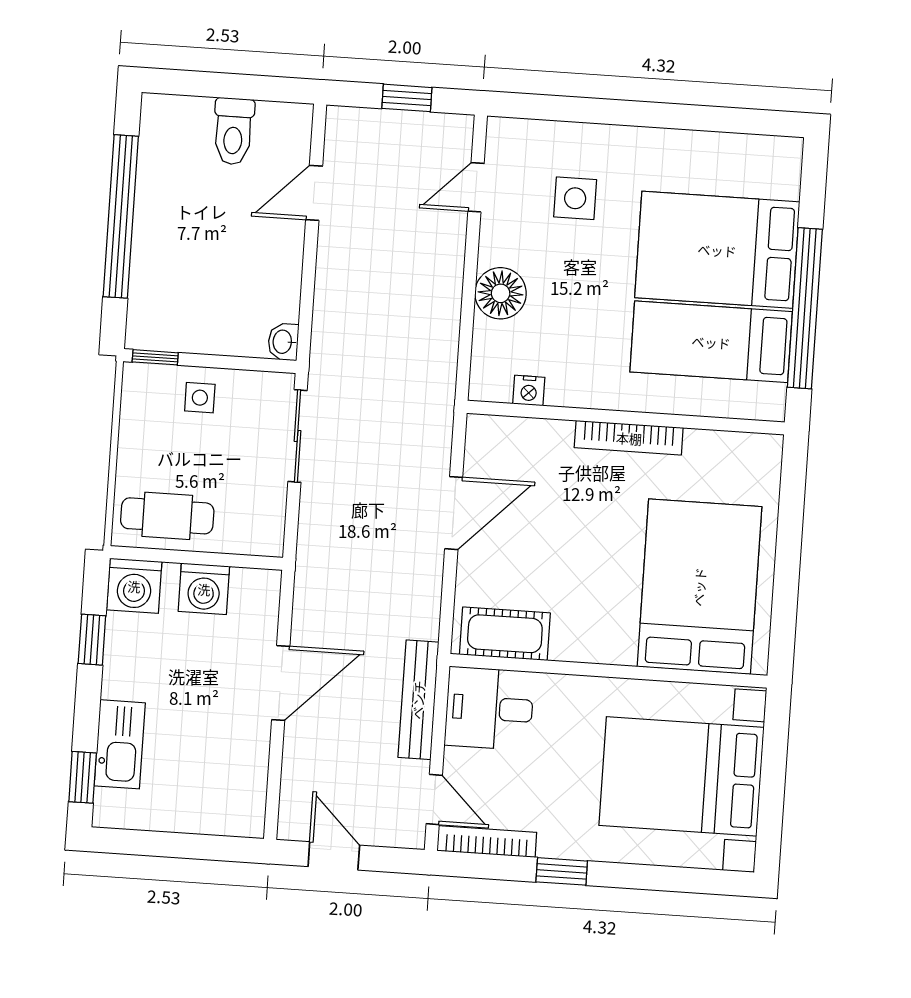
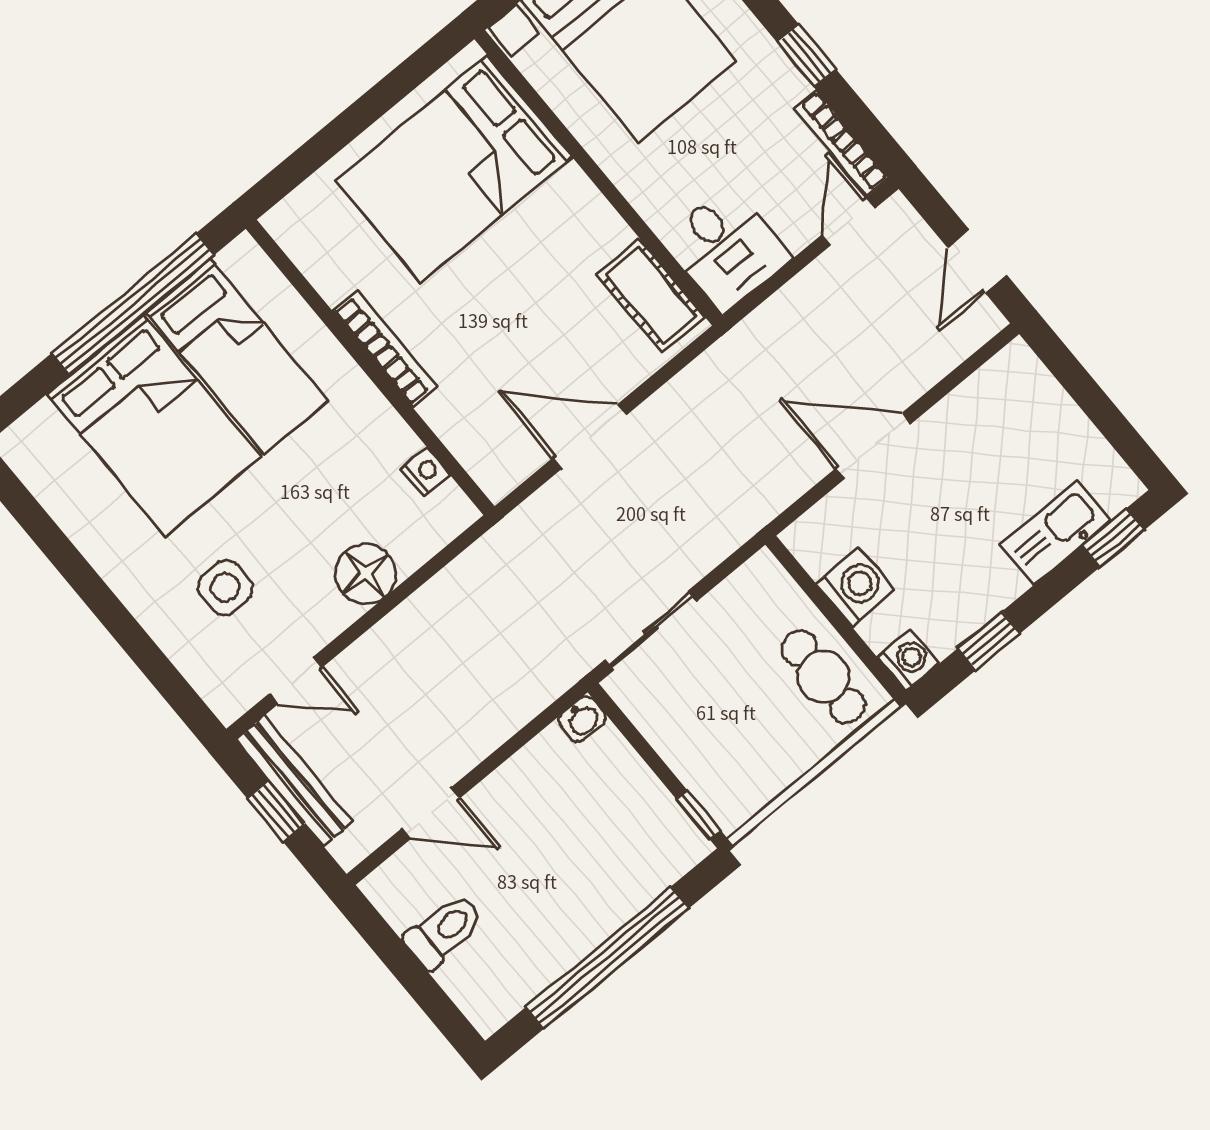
side table: (200, 398) -> (697, 745), removed
washing machine: (134, 586) -> (908, 660), width x0.73, depth x0.73
bench: (418, 700) -> (294, 781), moved, turned 90

